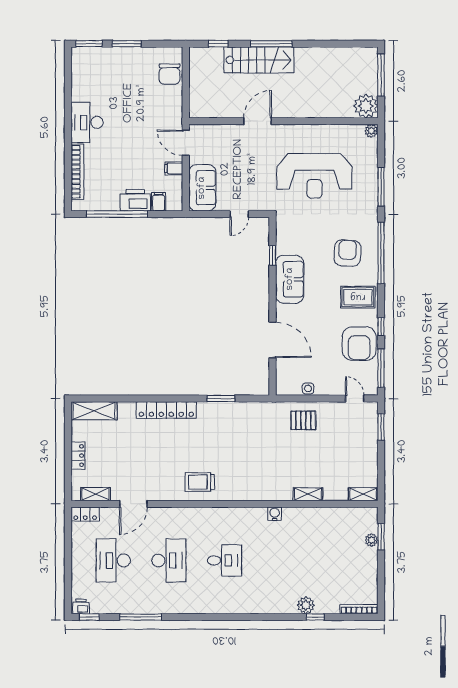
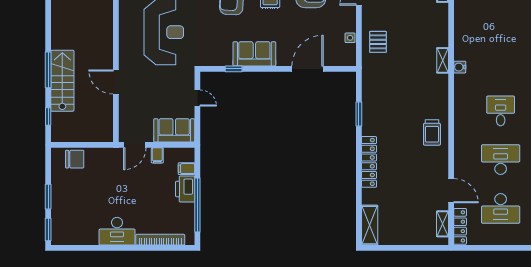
locker: (78, 456) -> (409, 239), removed
shelving: (308, 494) -> (443, 60), moved
locker: (85, 514) -> (460, 226), width x1.53

